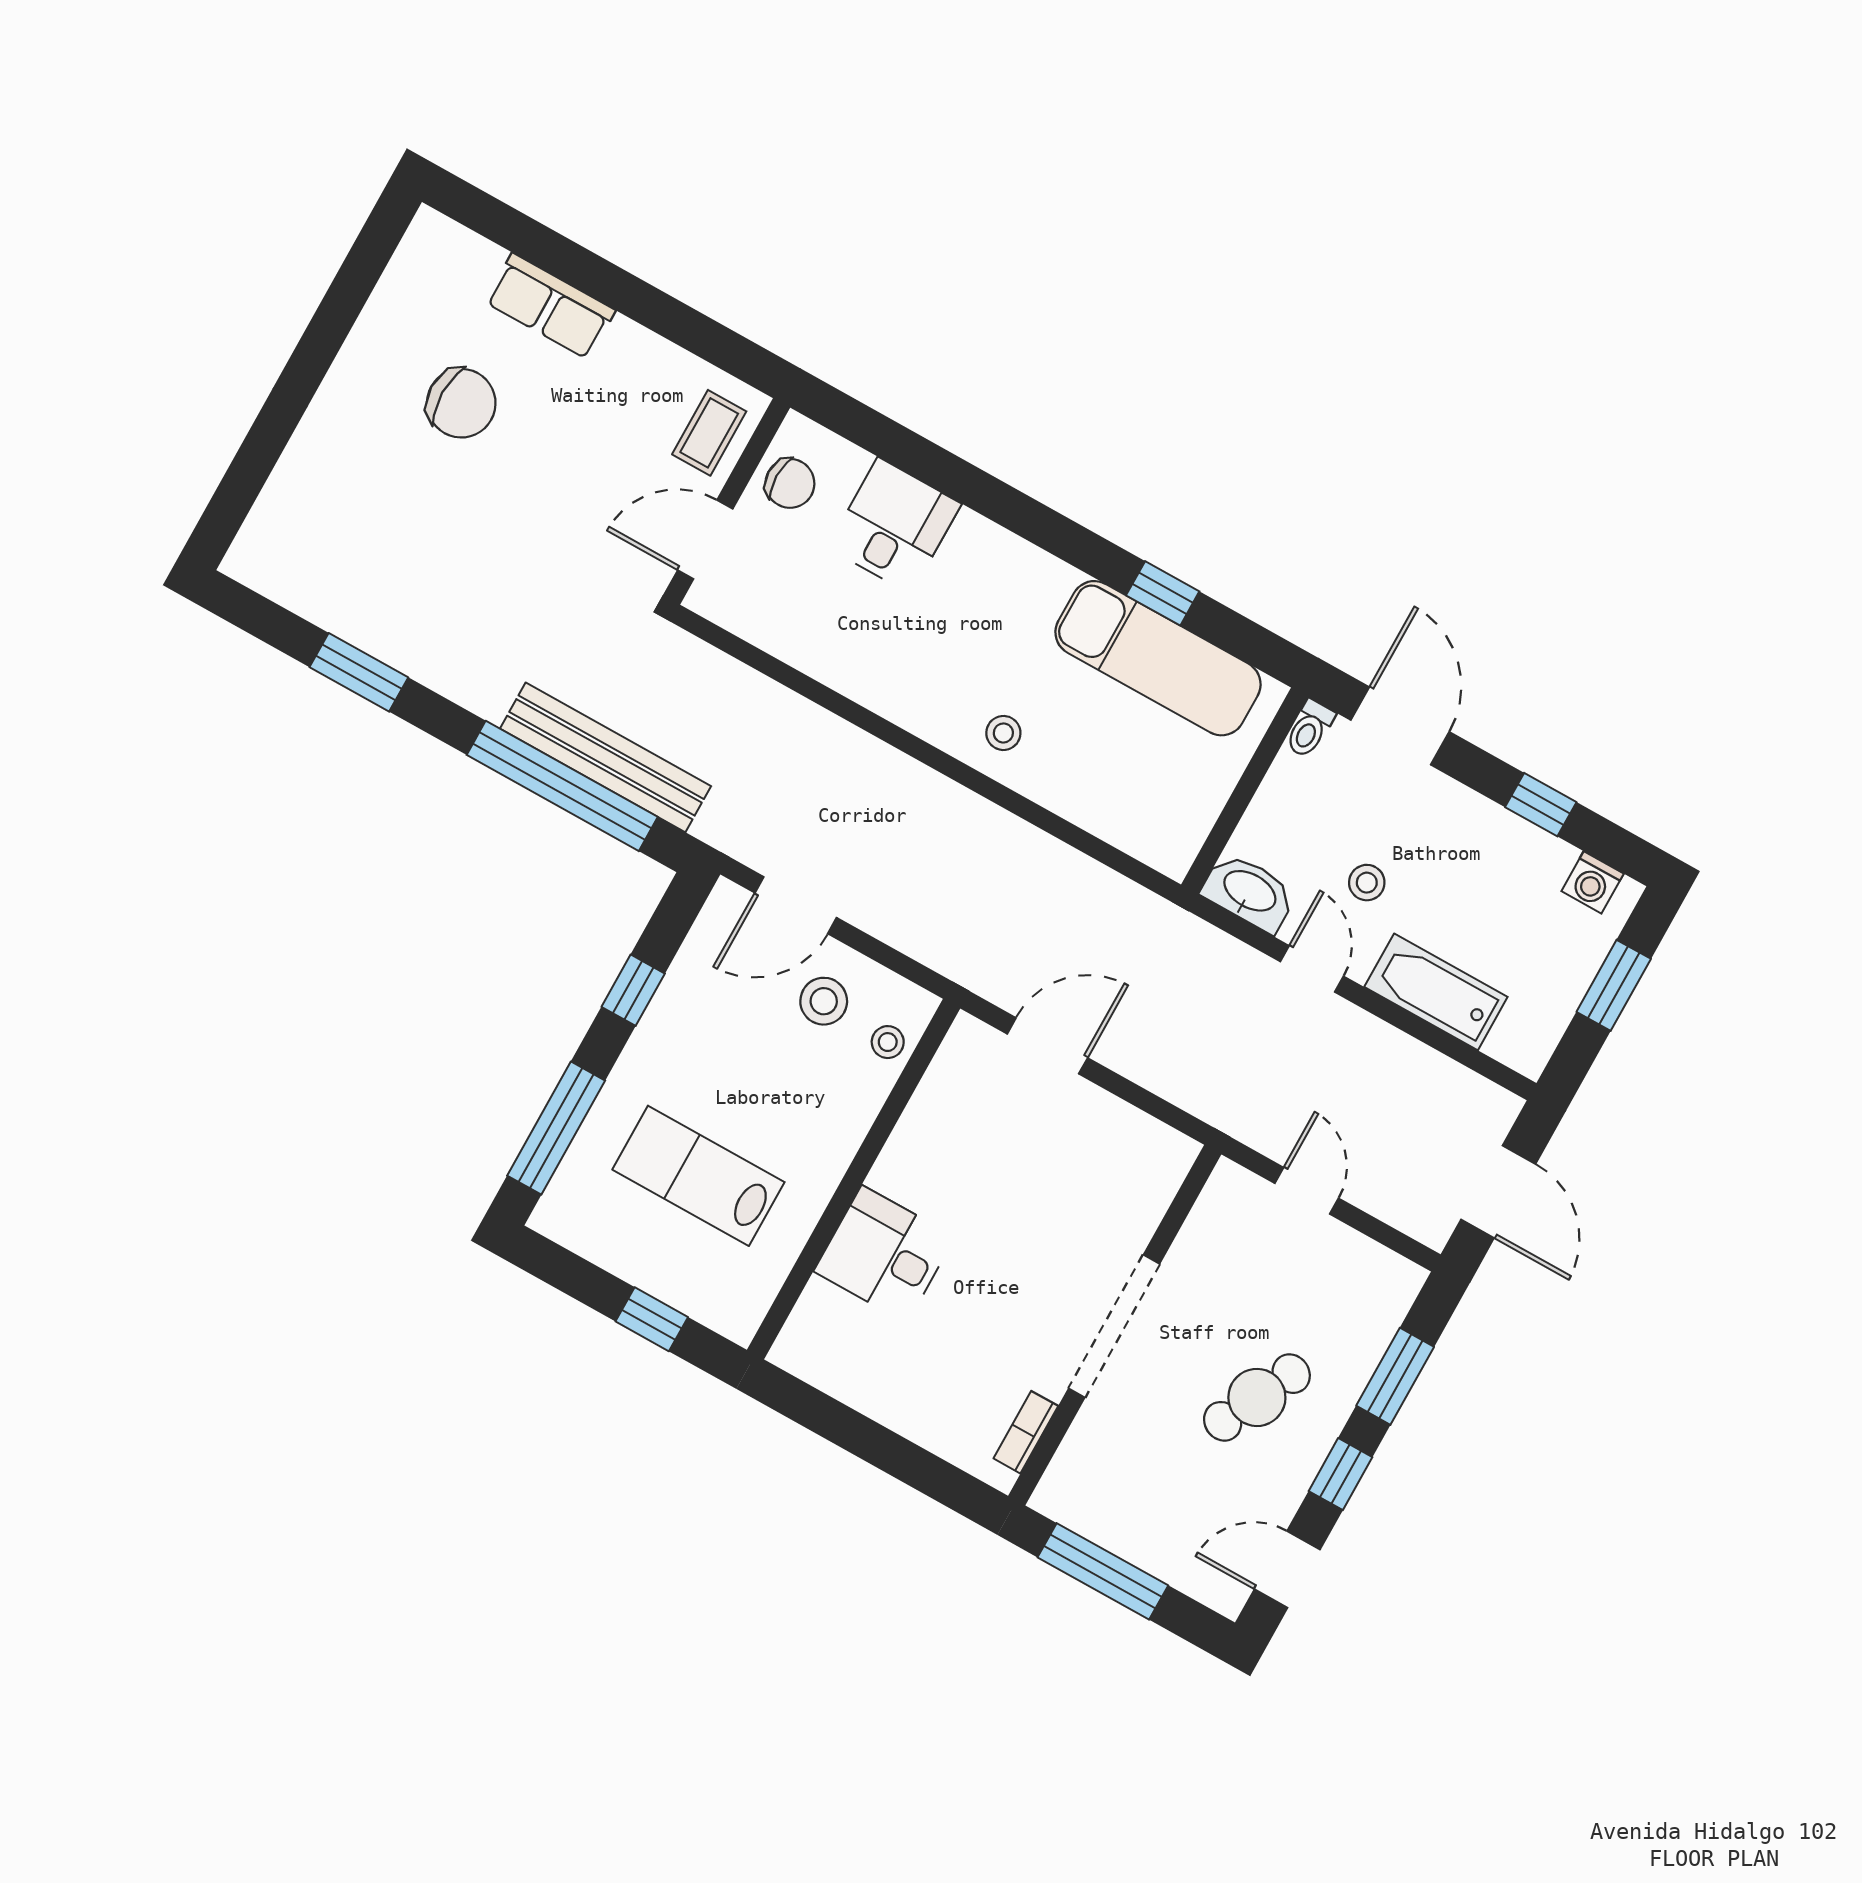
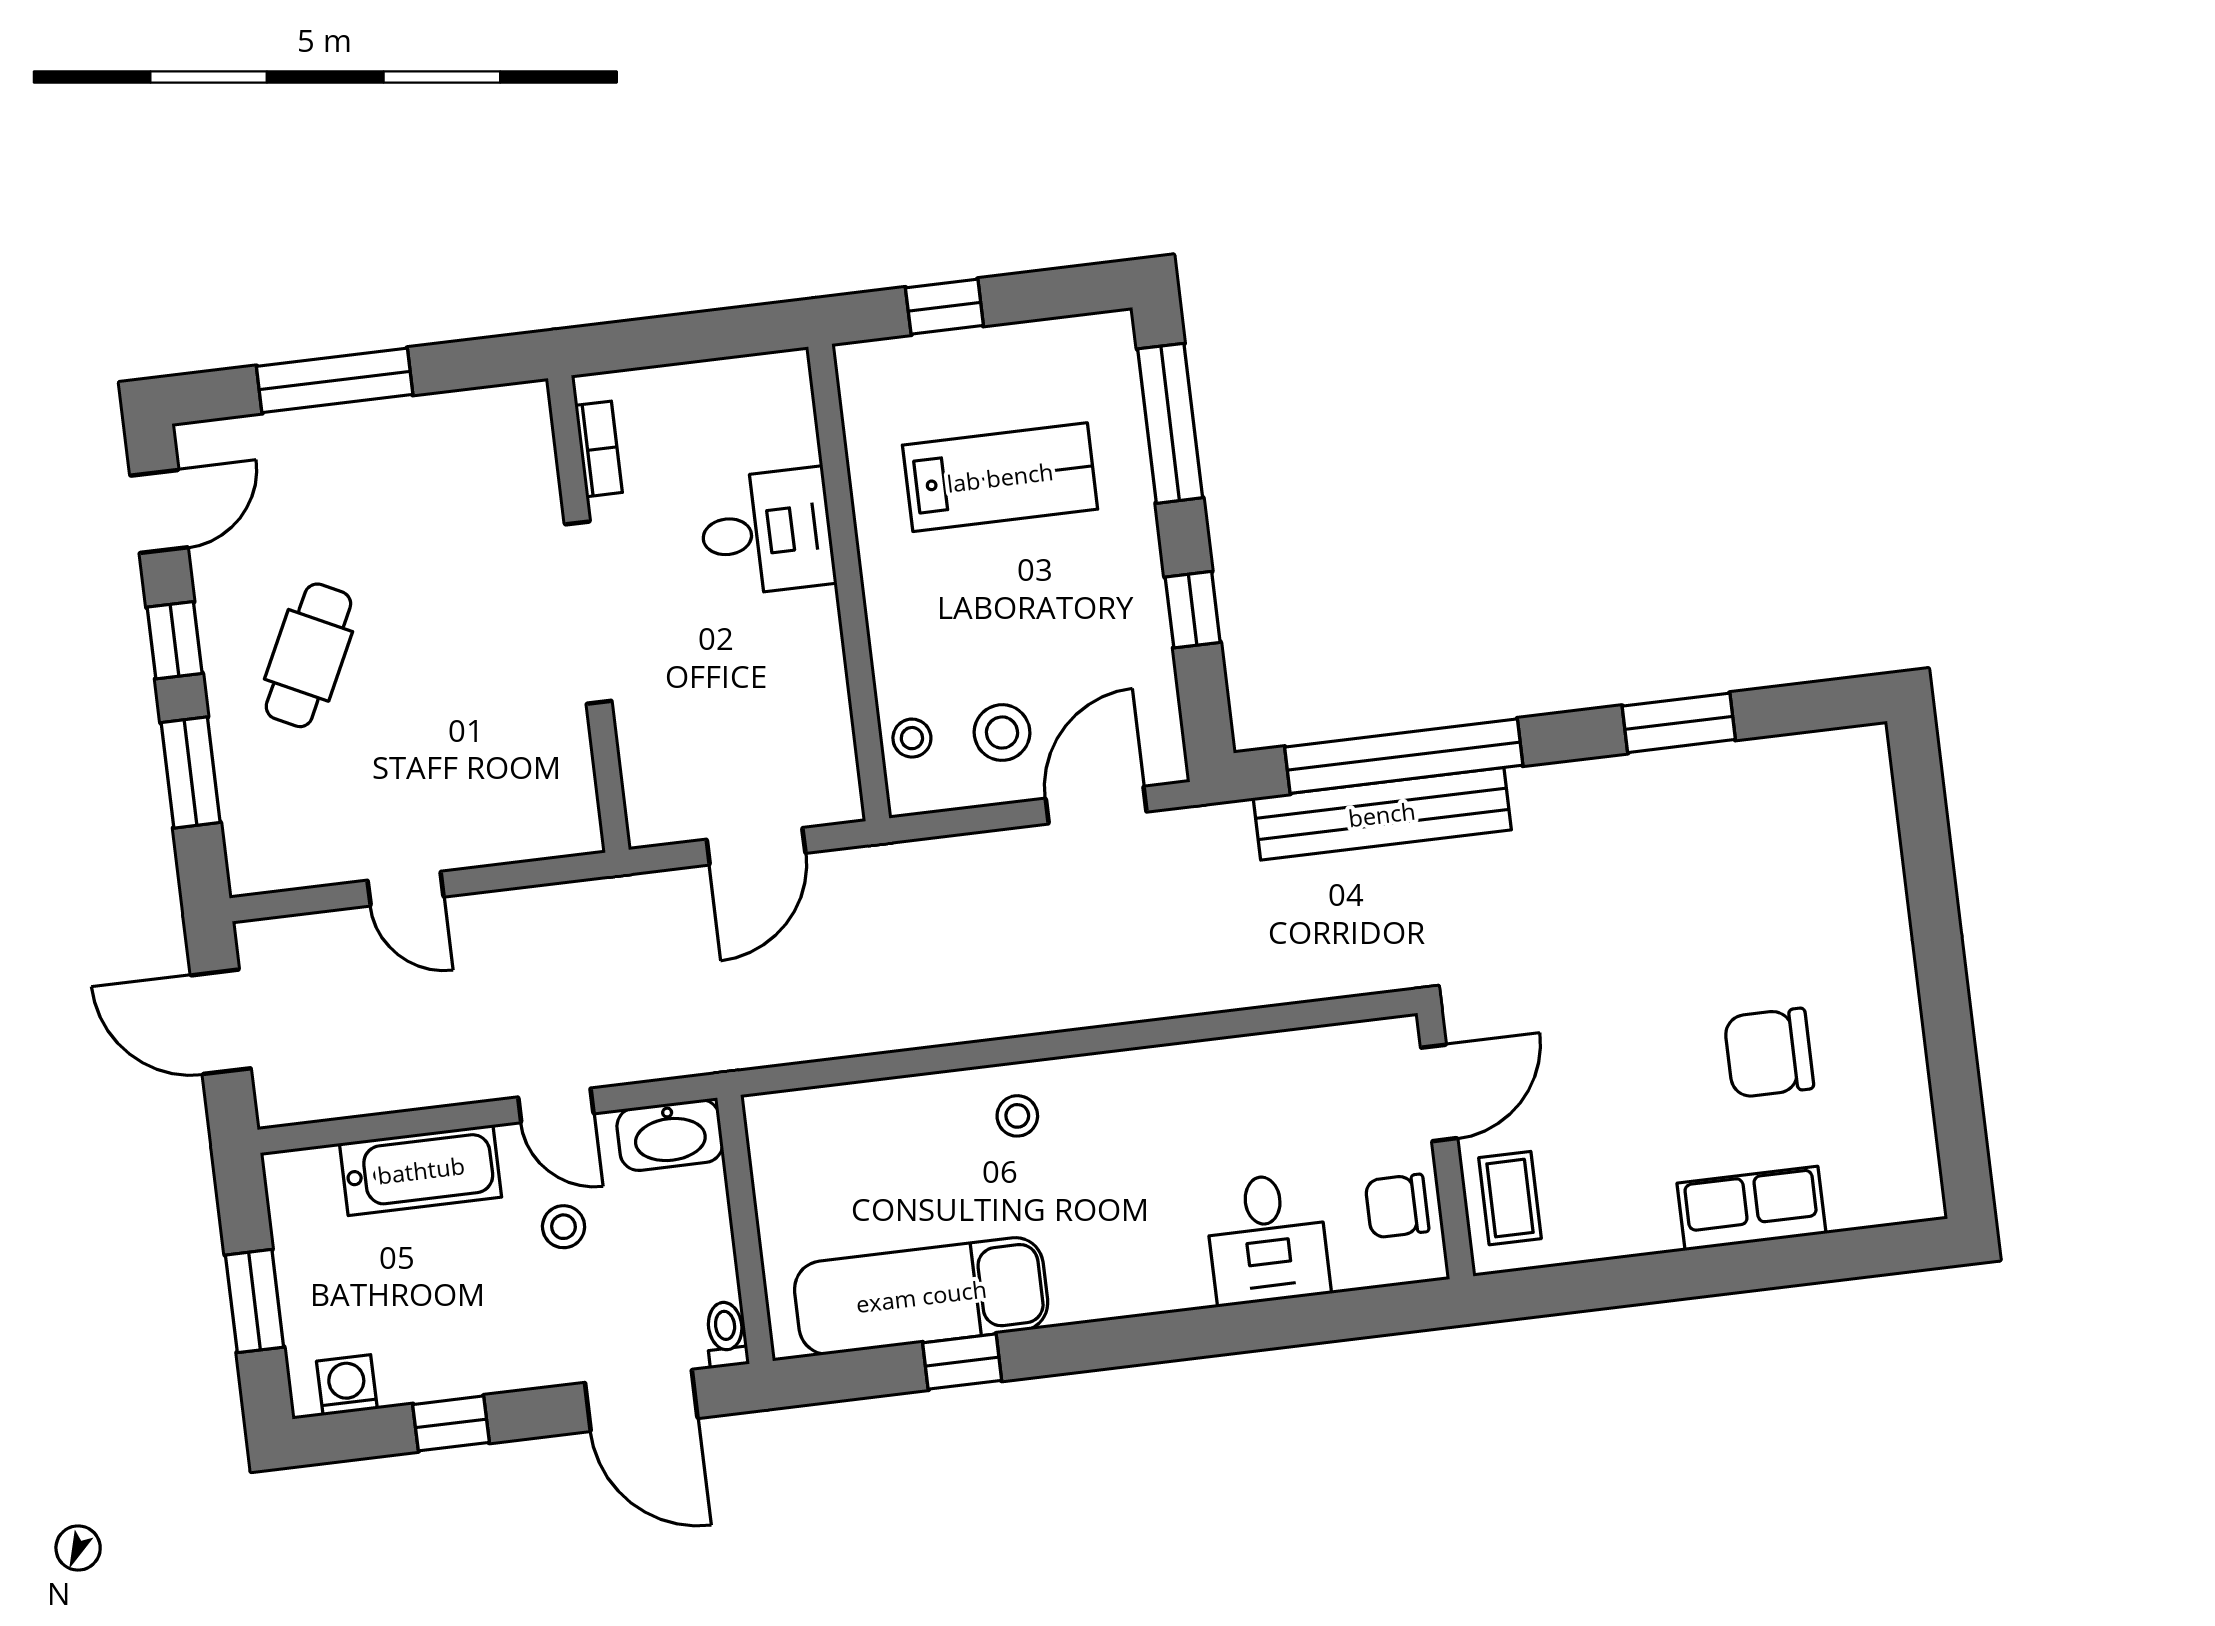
wall: (1115, 1325) -> (588, 614), moved
doorway: (1114, 1326) -> (588, 613), moved
bookcase: (1026, 1432) -> (599, 449), moved

